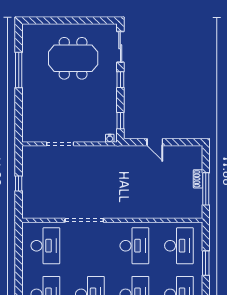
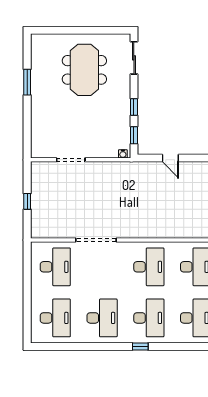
meeting table: (73, 58) -> (84, 70), turned 90
window: (19, 70) -> (27, 82), width x0.69
window: (120, 80) -> (134, 107), moved

